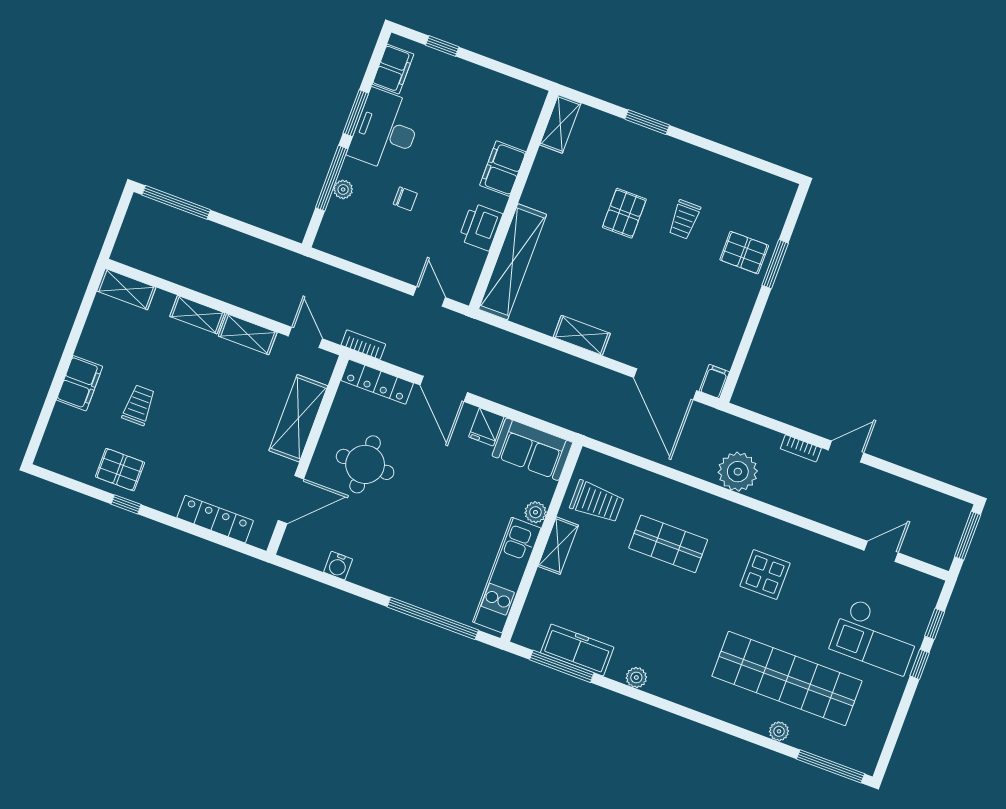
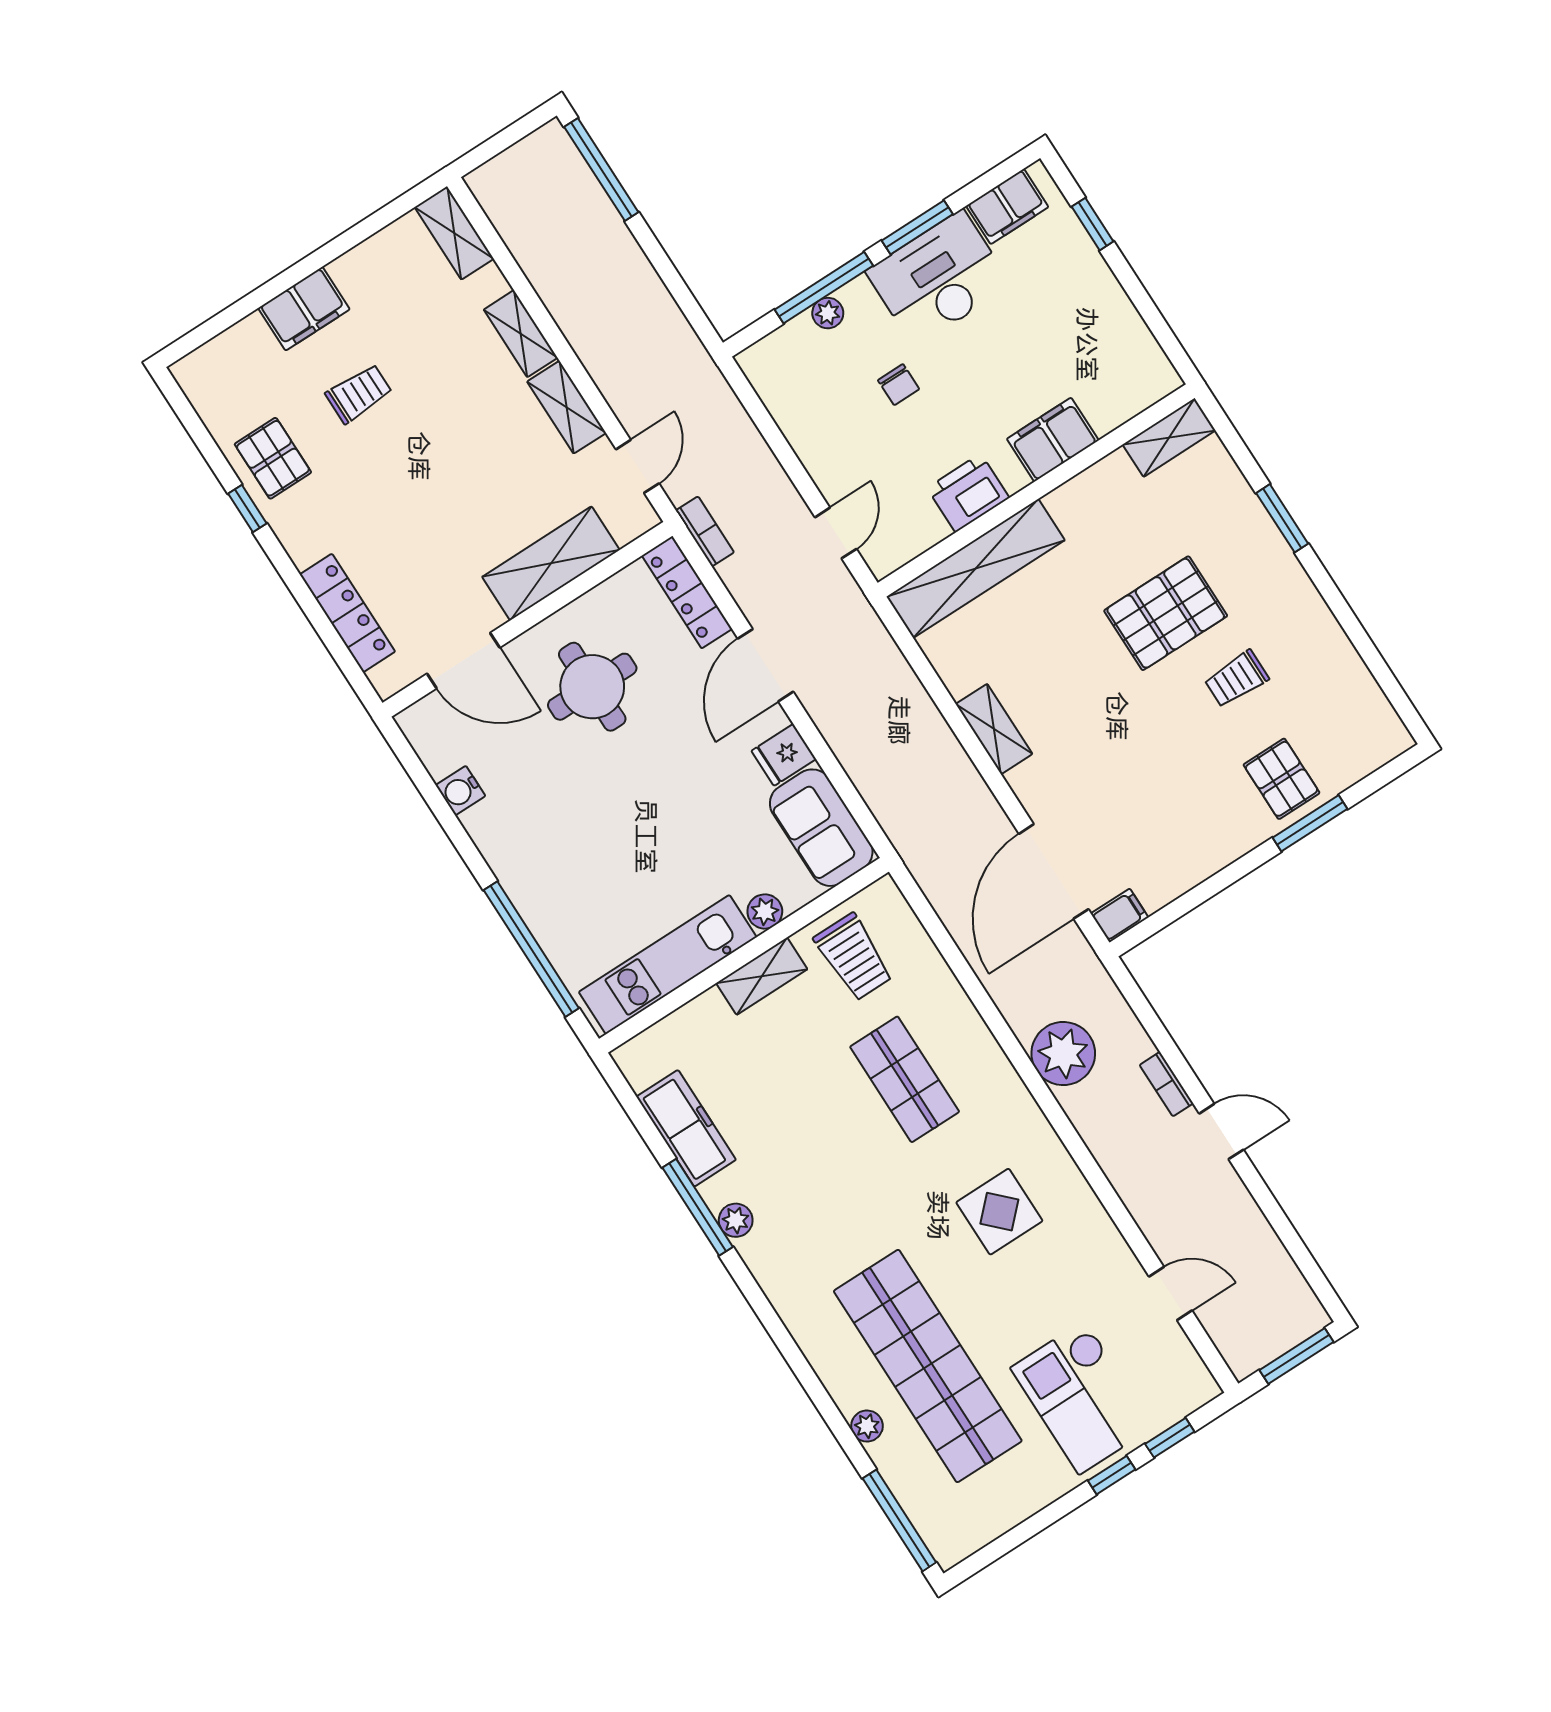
pallet: (624, 213) -> (1166, 613), width x1.50, depth x1.42
window: (562, 666) -> (698, 1207), moved

